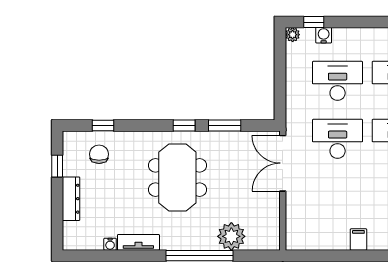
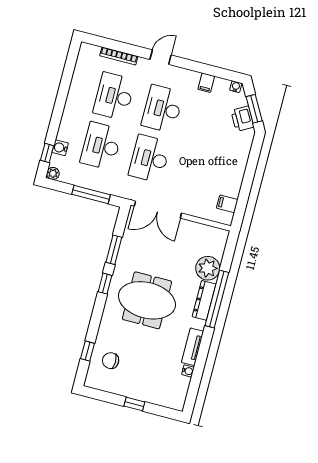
window: (280, 84) -> (91, 195), added
window: (57, 166) -> (134, 404), moved
dresser: (71, 199) -> (204, 300), moved, turned -90
filing cabinet: (358, 239) -> (227, 204), moved

